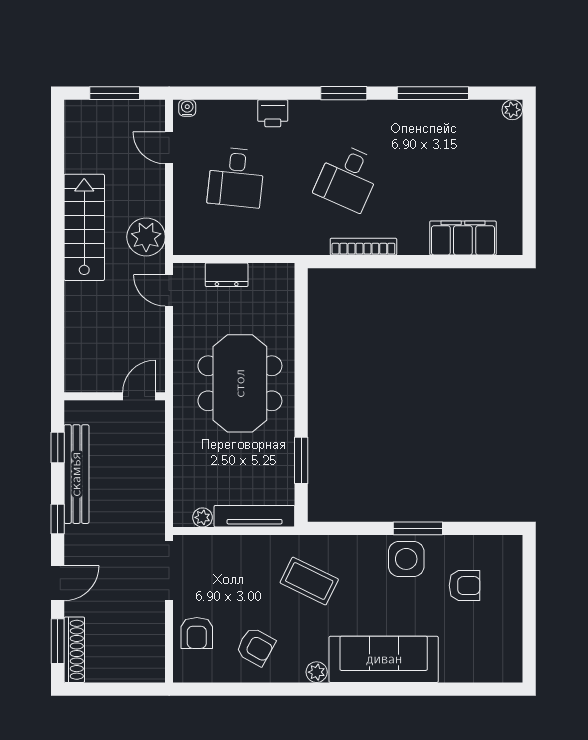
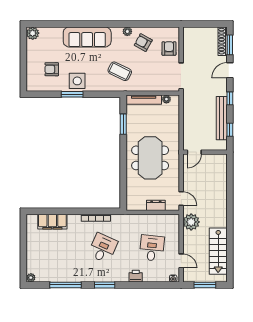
stairs: (84, 227) -> (218, 251), moved
plant: (508, 668) -> (33, 33), added
plant: (317, 672) -> (127, 31), moved

